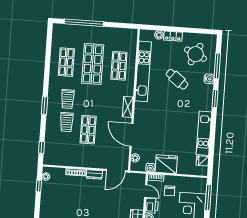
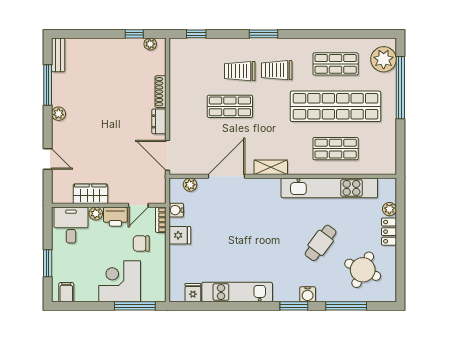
plant: (65, 32) -> (384, 59), added
shop shelf: (93, 64) -> (336, 106), width x1.40
water cooler: (209, 79) -> (308, 294), moved
fridge: (166, 164) -> (180, 235), width x0.53, depth x0.75

